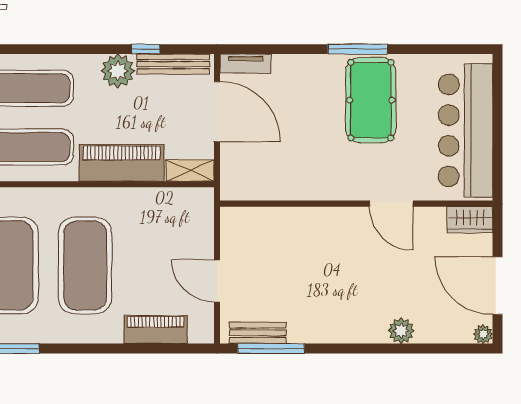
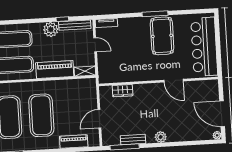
door: (217, 112) -> (95, 45), width x0.53
wardrobe: (470, 220) -> (123, 91), moved
door: (217, 281) -> (99, 119), hinge flipped
plant: (401, 331) -> (161, 137), moved
bench: (258, 333) -> (133, 140), moved

